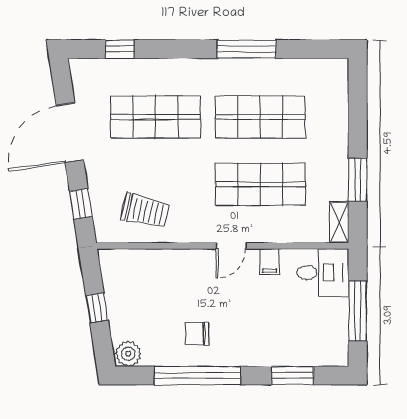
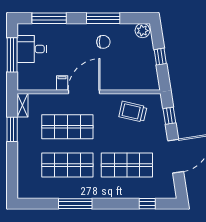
door: (231, 246) -> (84, 92), width x1.88
desk: (323, 273) -> (32, 49), moved
window: (197, 375) -> (103, 18), width x0.68
window: (292, 375) -> (49, 18), width x1.44

